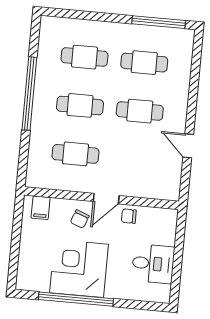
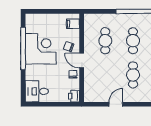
printer: (167, 218) -> (74, 96), added
desk: (153, 264) -> (37, 91), moved, turned 90

